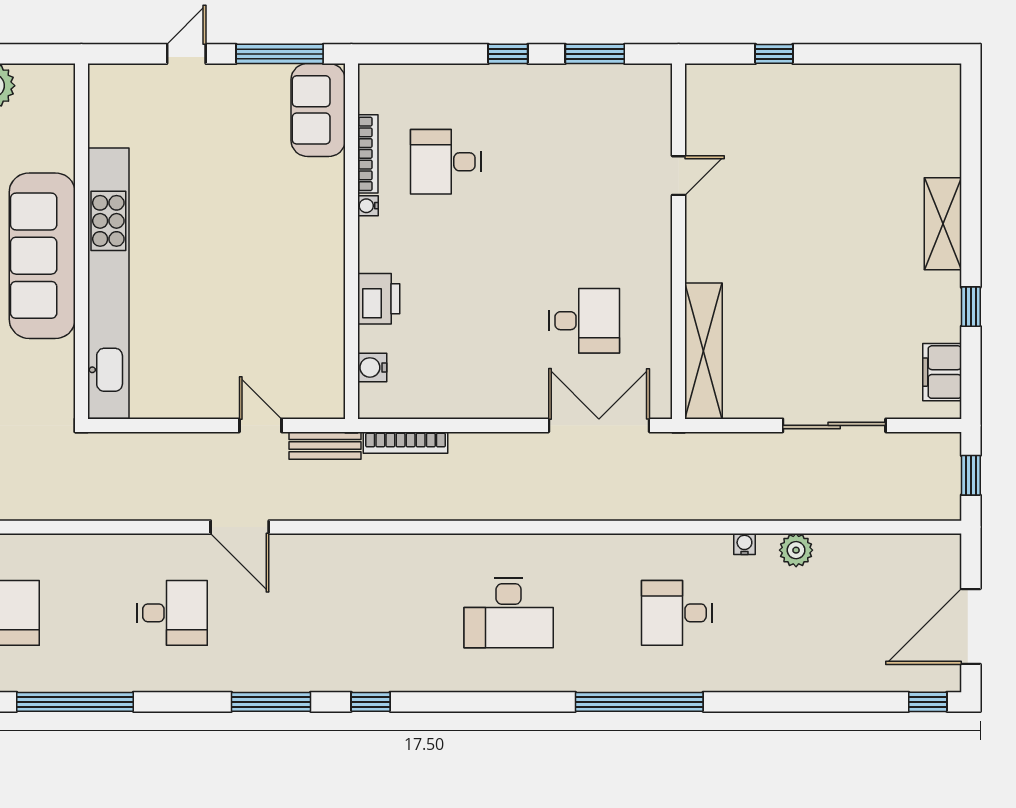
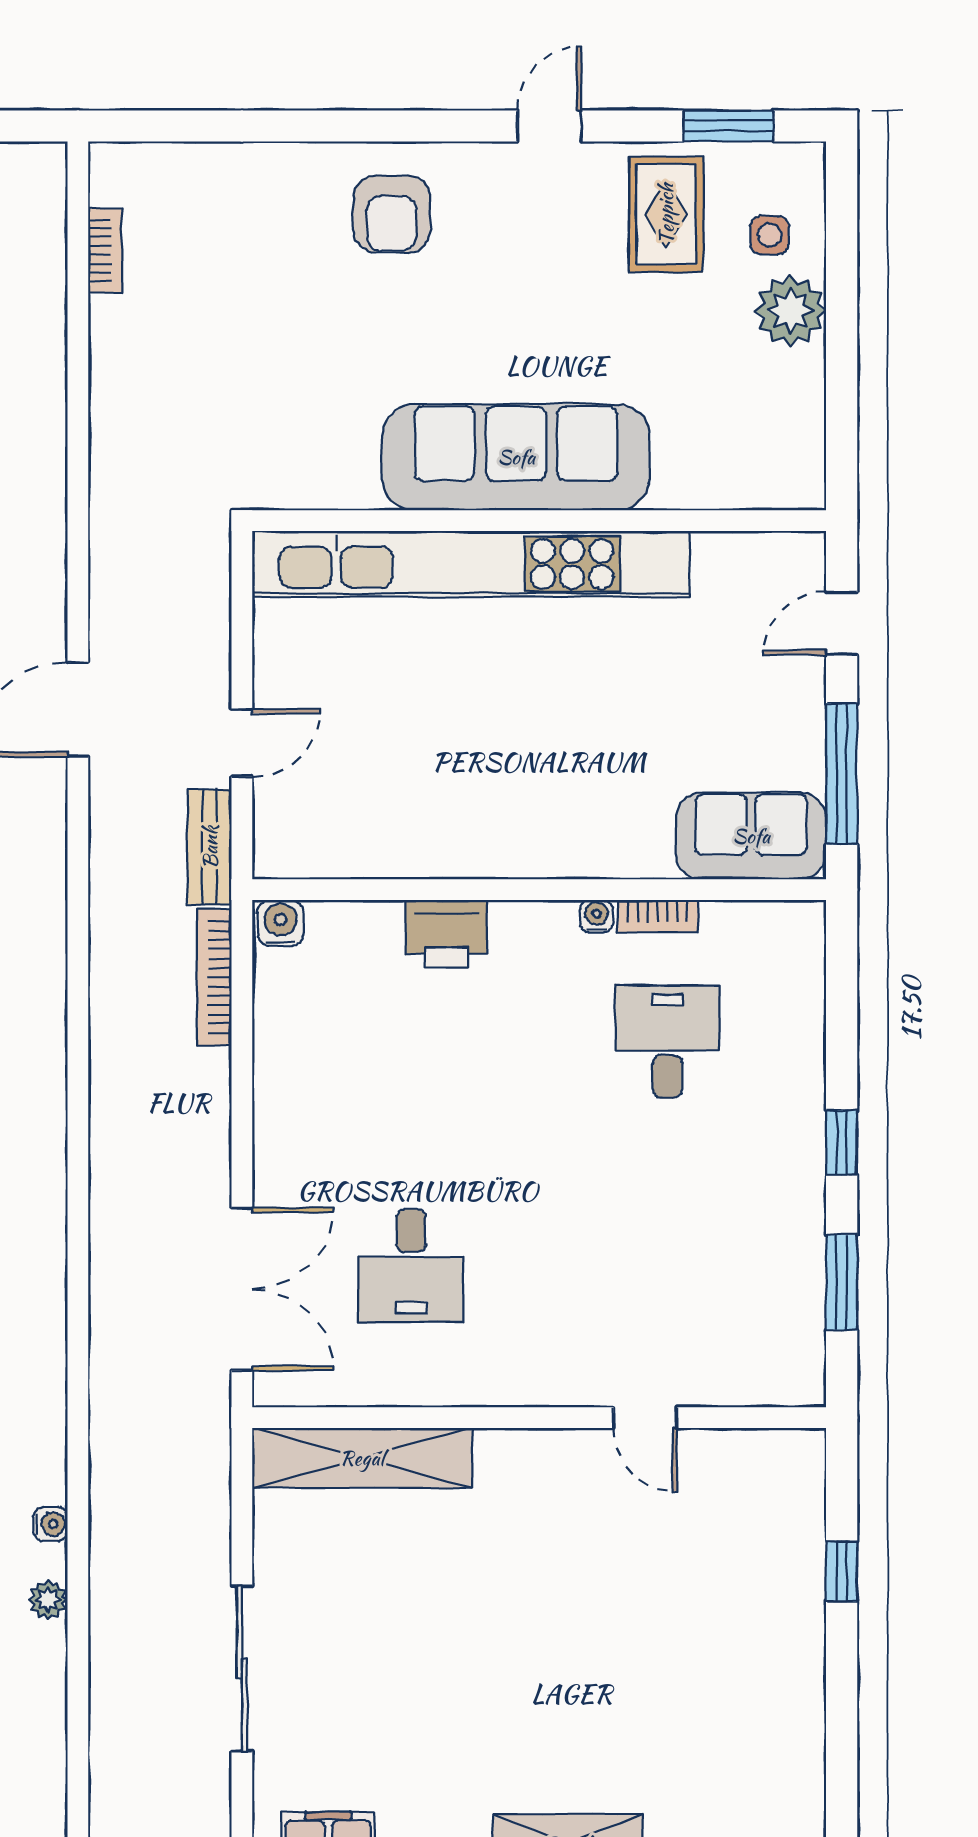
door: (186, 54) -> (842, 623), swing flipped
bookcase: (368, 154) -> (658, 916), width x0.64
wall: (81, 241) -> (539, 521), moved
sofa: (42, 256) -> (516, 457), moved
kitchen unit: (108, 283) -> (472, 564), moved
water cooler: (372, 367) -> (280, 923), moved
plant: (796, 550) -> (48, 1600), width x0.73, depth x0.73

